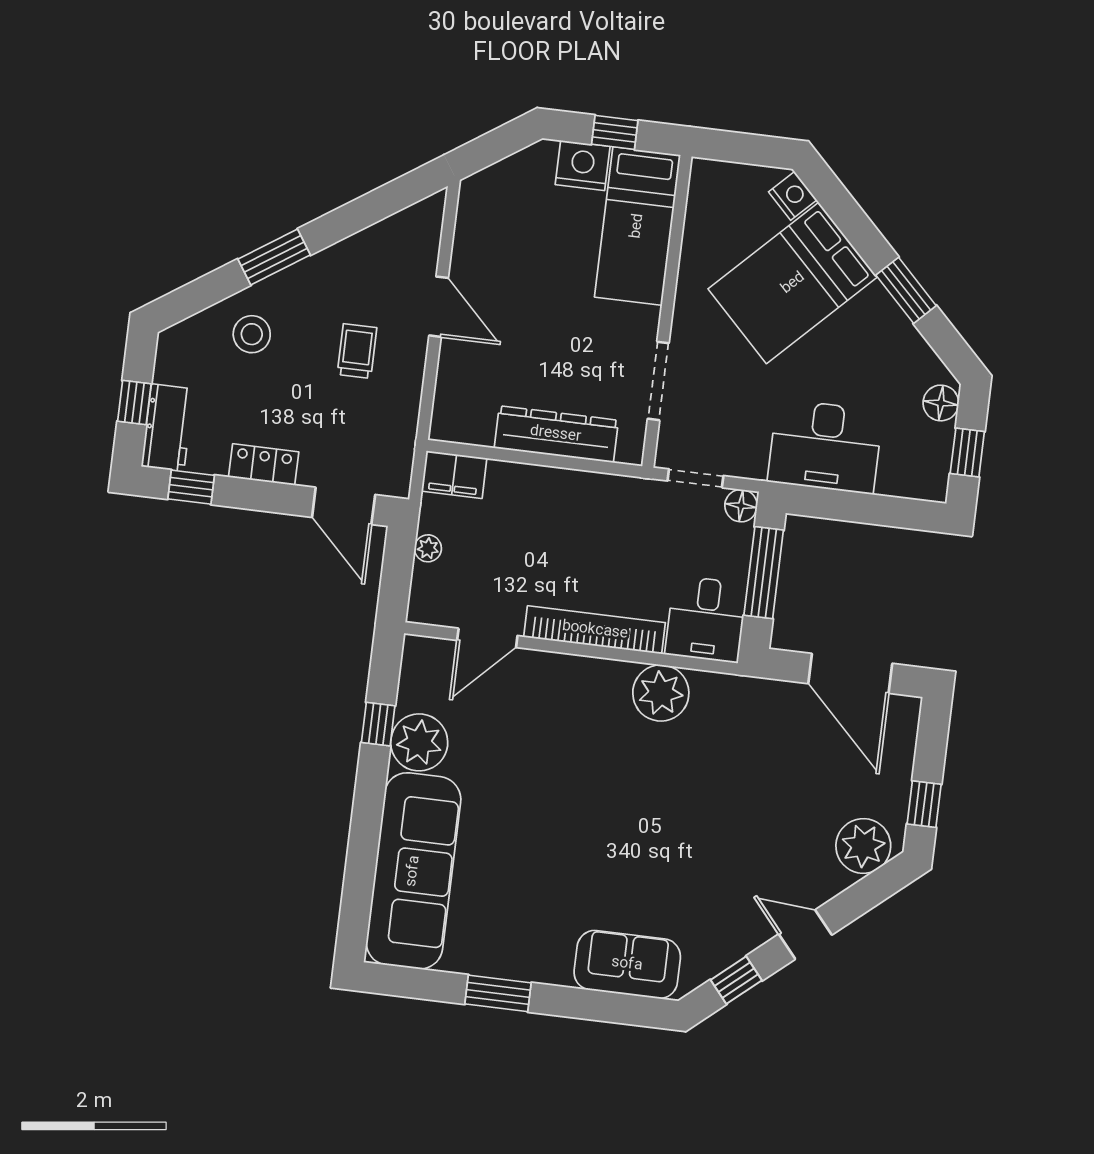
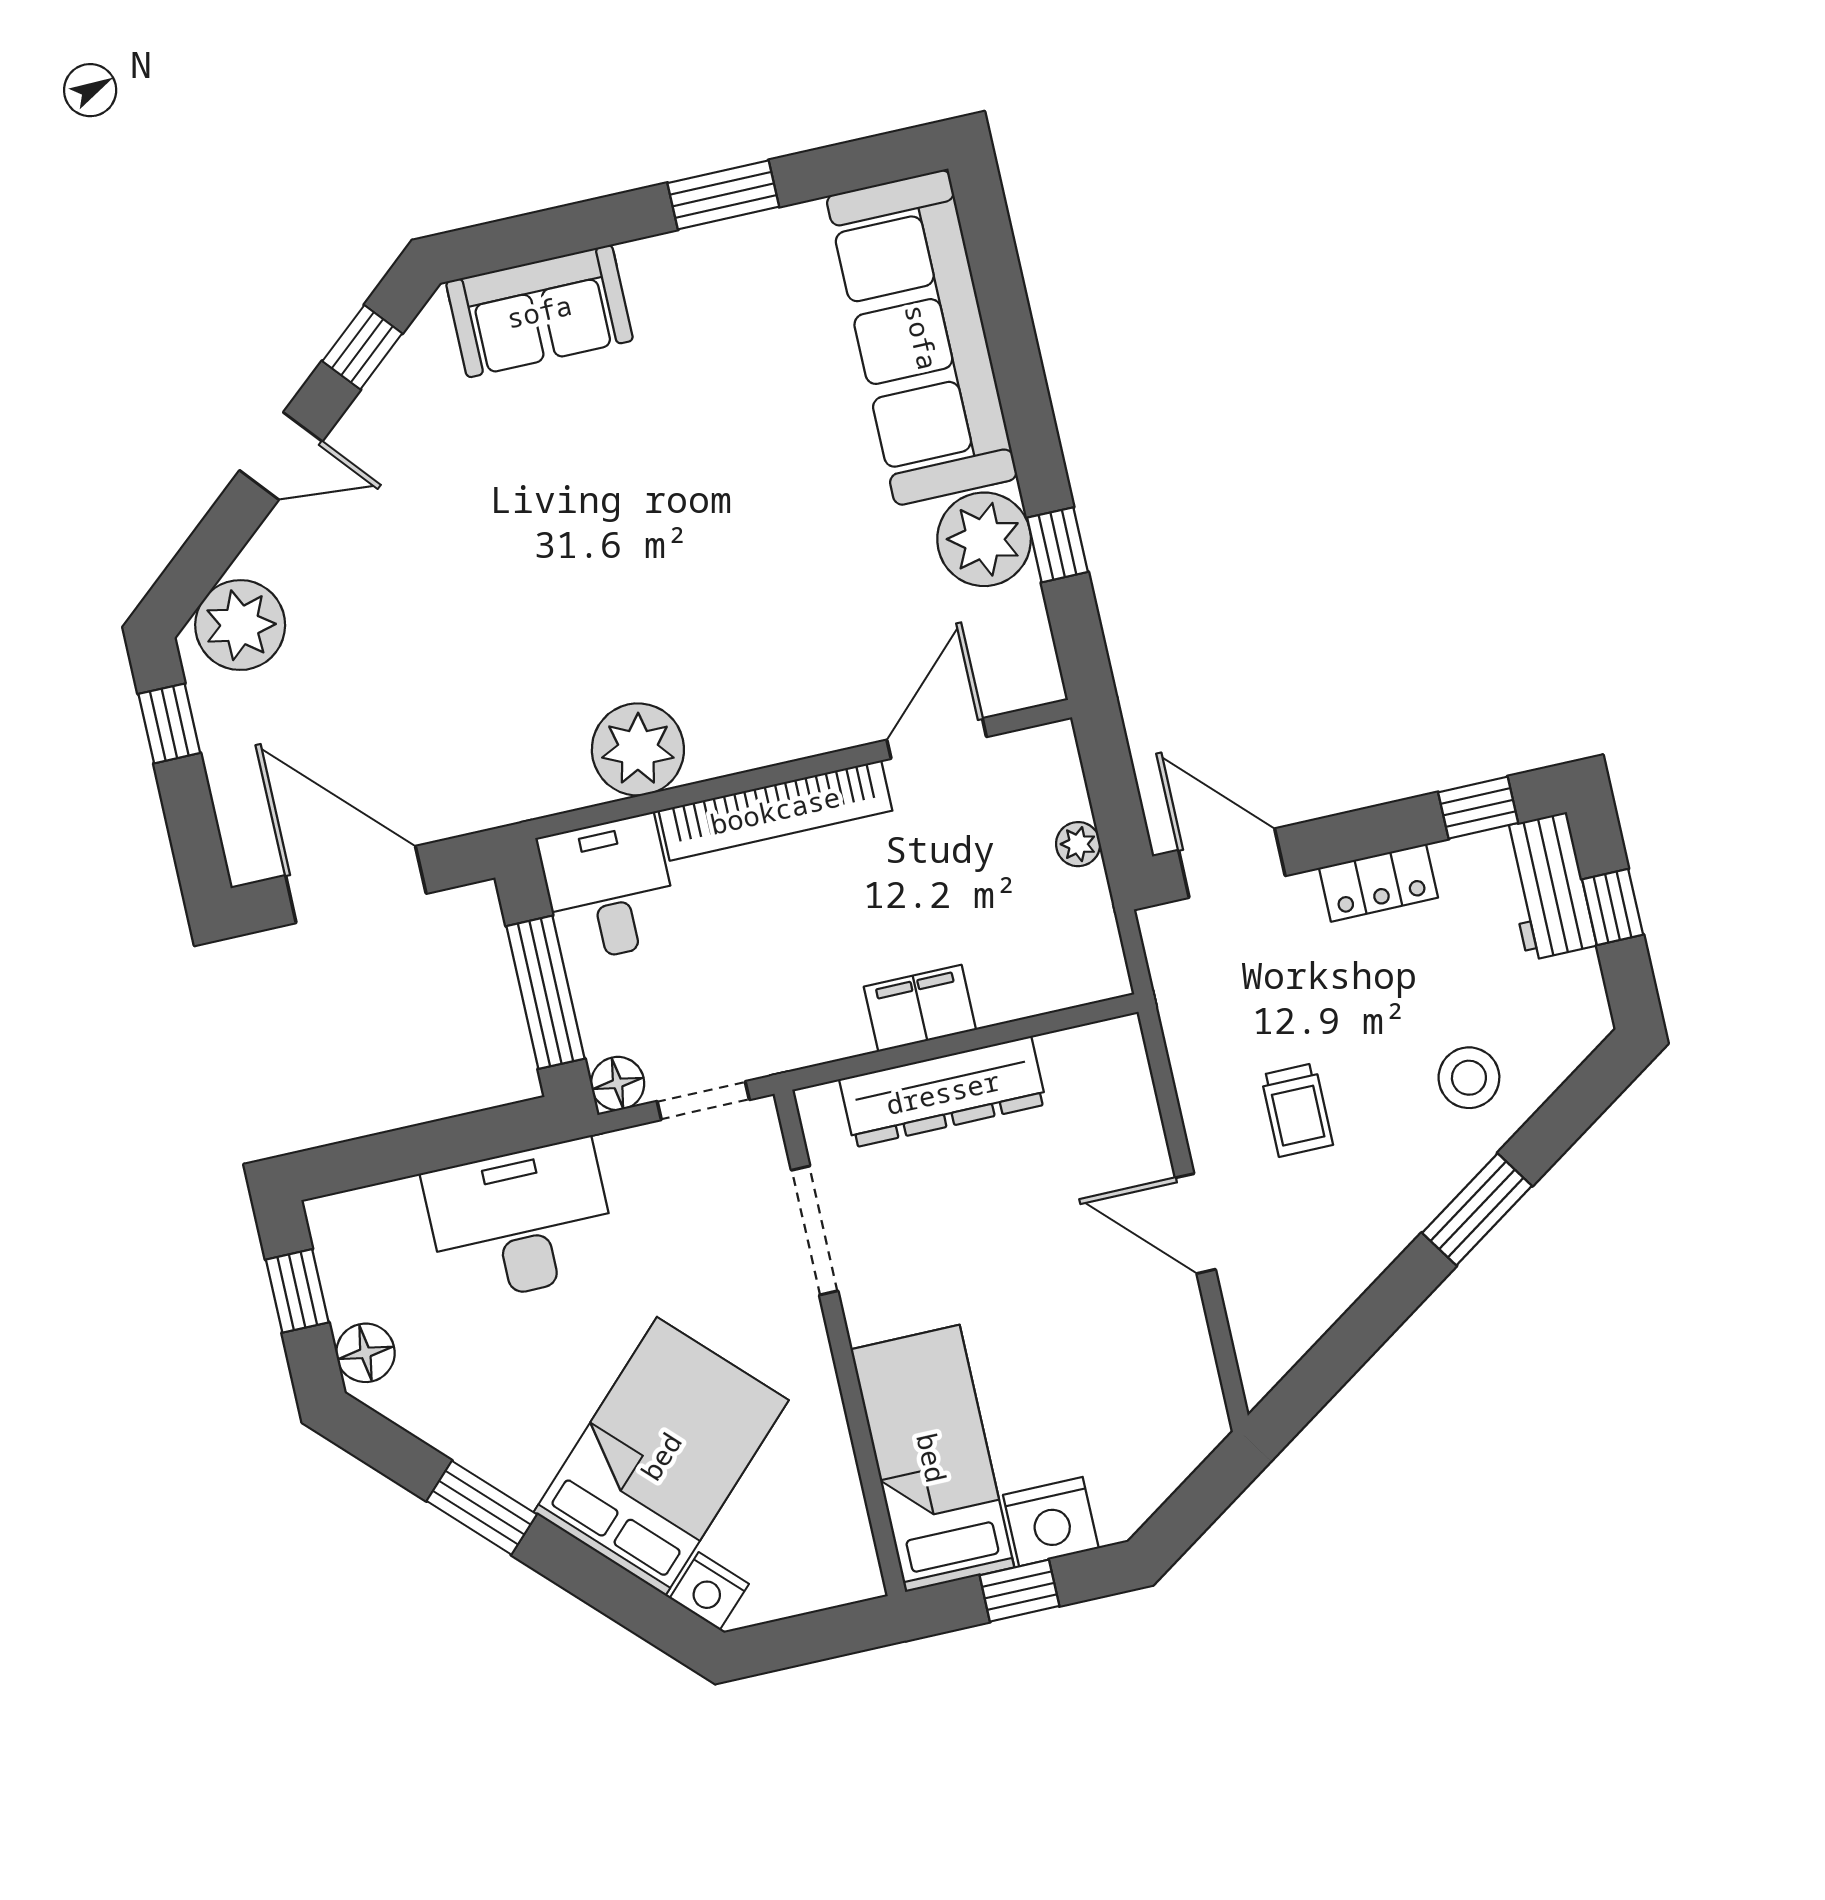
filing cabinet: (454, 475) -> (920, 1008), moved

